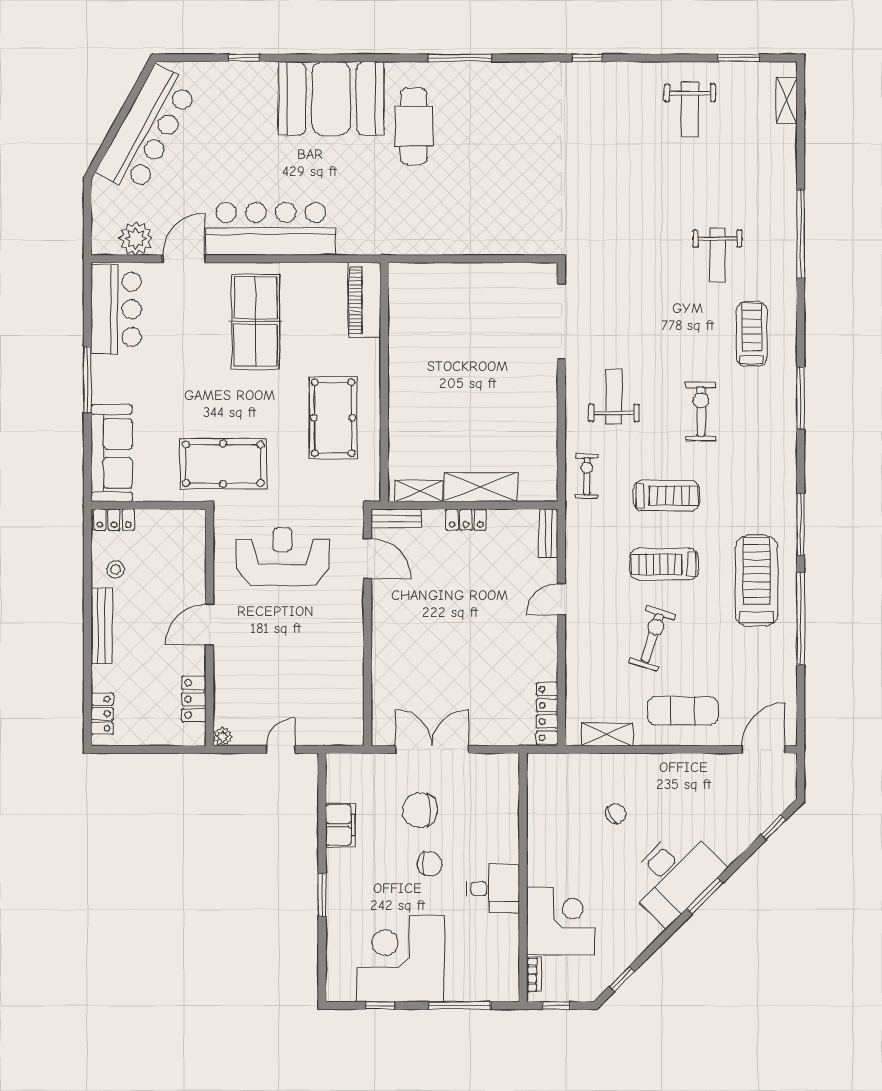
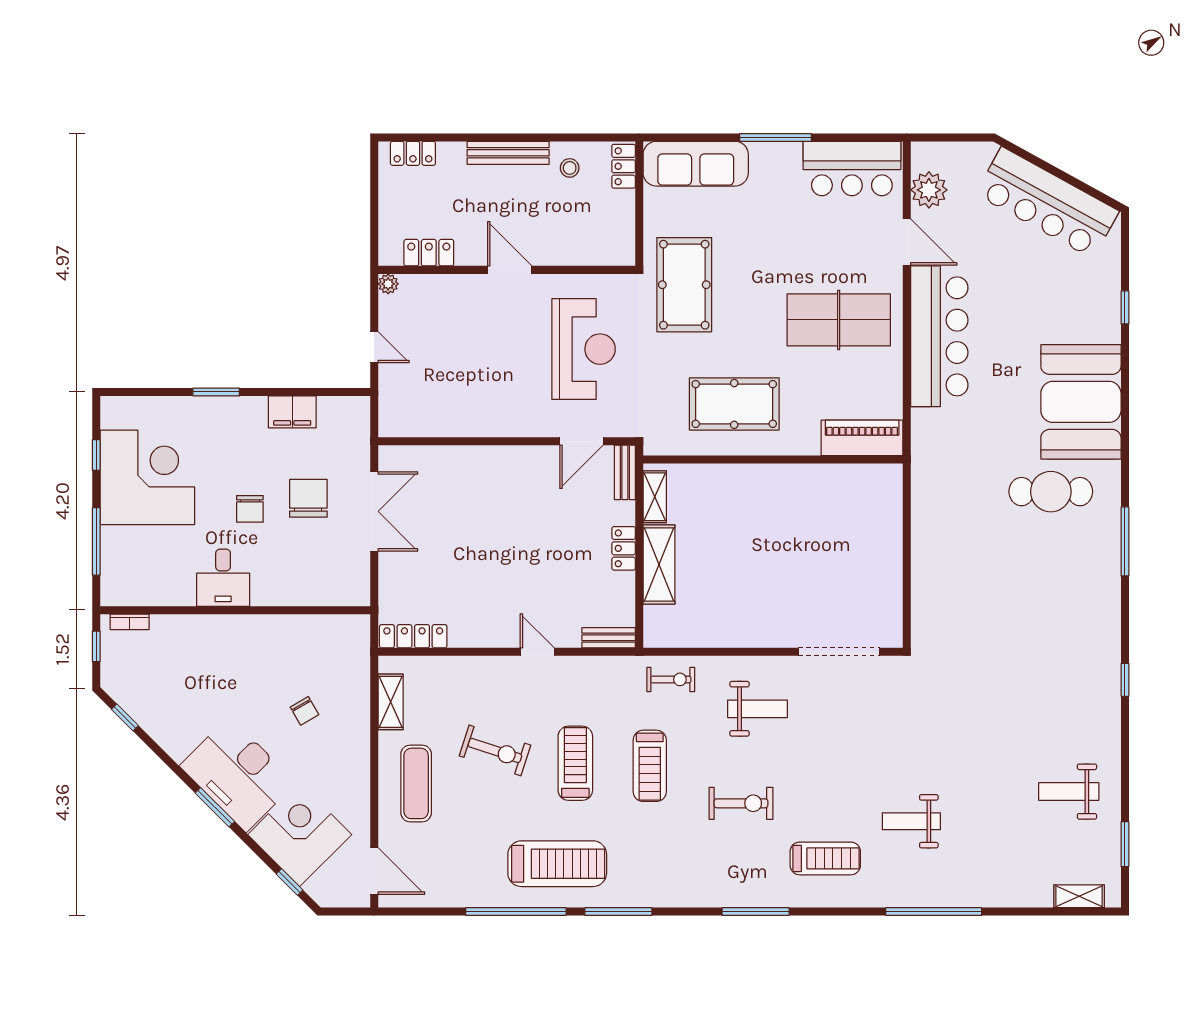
corner desk: (561, 921) -> (300, 835), moved, turned -135

